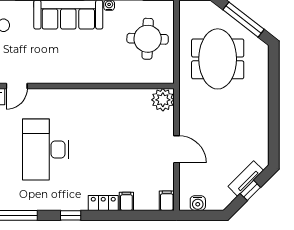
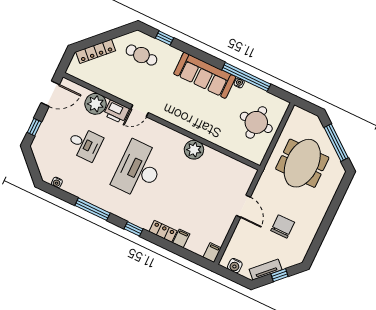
plant: (163, 100) -> (194, 150), moved
chair: (229, 137) -> (283, 226), added
door: (177, 149) -> (243, 206), moved
tv unit: (246, 178) -> (266, 269), moved

